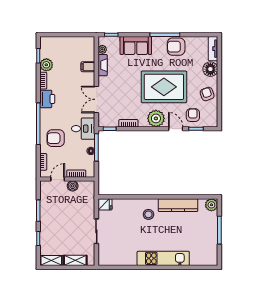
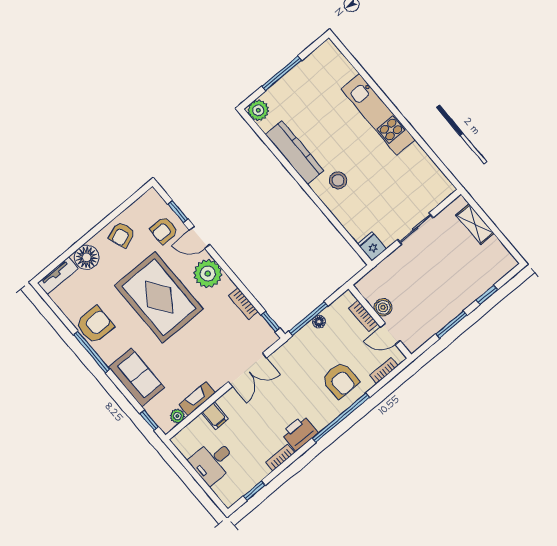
armchair: (176, 47) -> (95, 325), turned -90
plant: (46, 65) -> (257, 471), removed
desk: (83, 129) -> (213, 461), moved, turned -90
door: (176, 129) -> (200, 237), hinge flipped
shelving: (51, 261) -> (501, 255), removed

